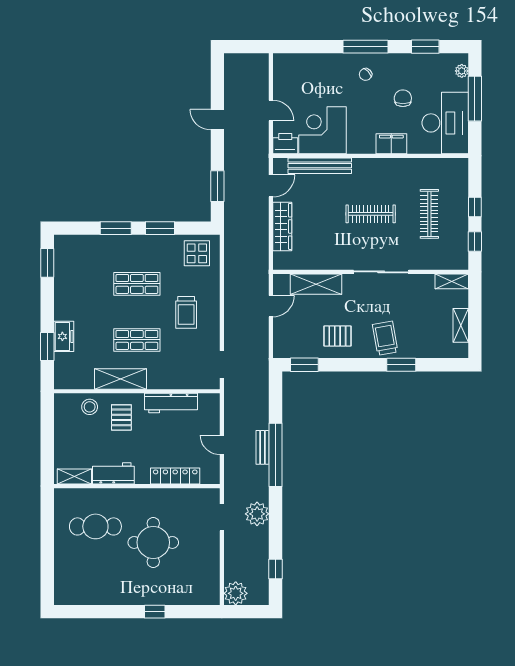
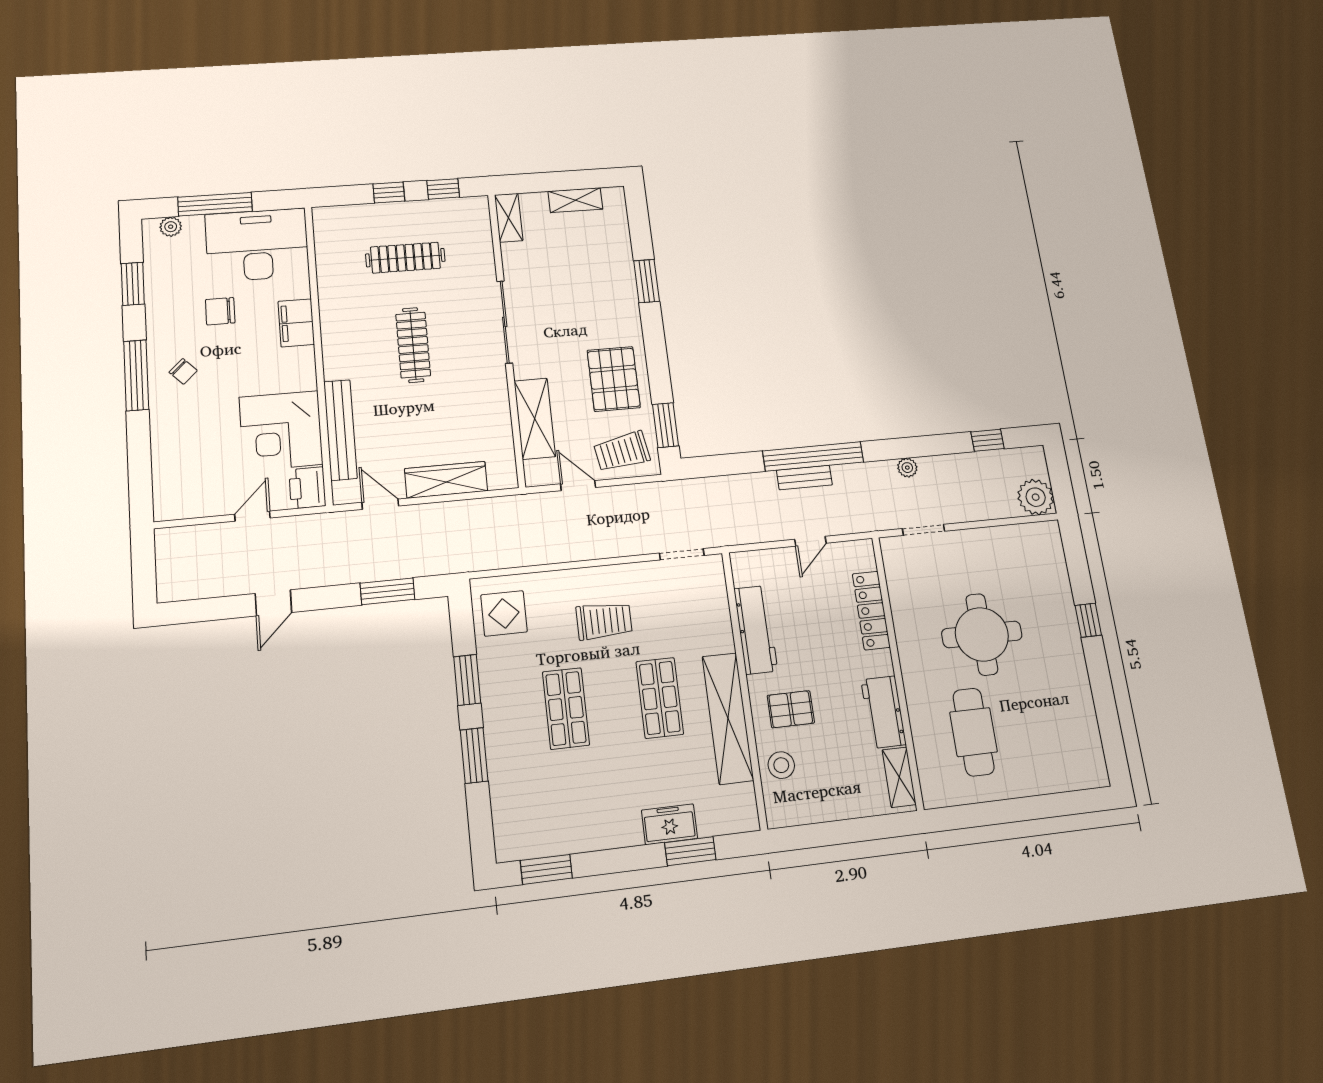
pallet: (337, 336) -> (614, 379), width x1.50, depth x1.42
trolley: (385, 338) -> (622, 451), moved
shelving: (120, 379) -> (728, 718), width x1.47
plant: (257, 514) -> (907, 468), width x0.53, depth x0.53

